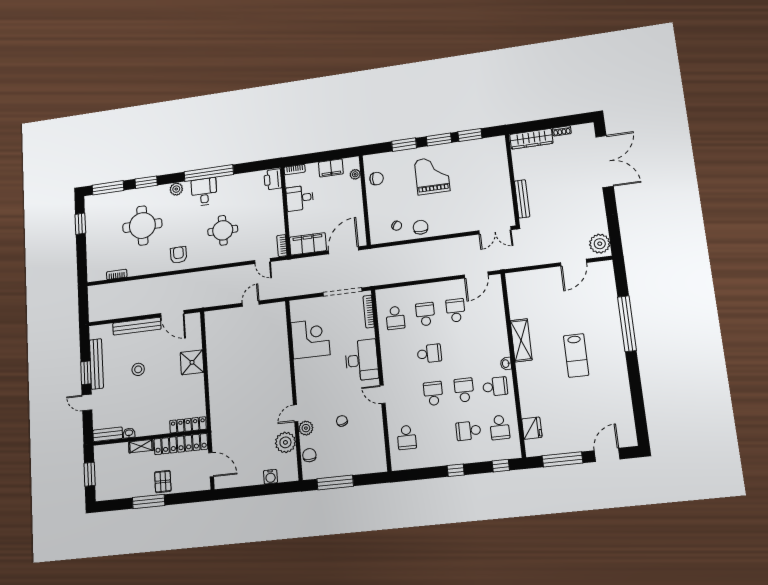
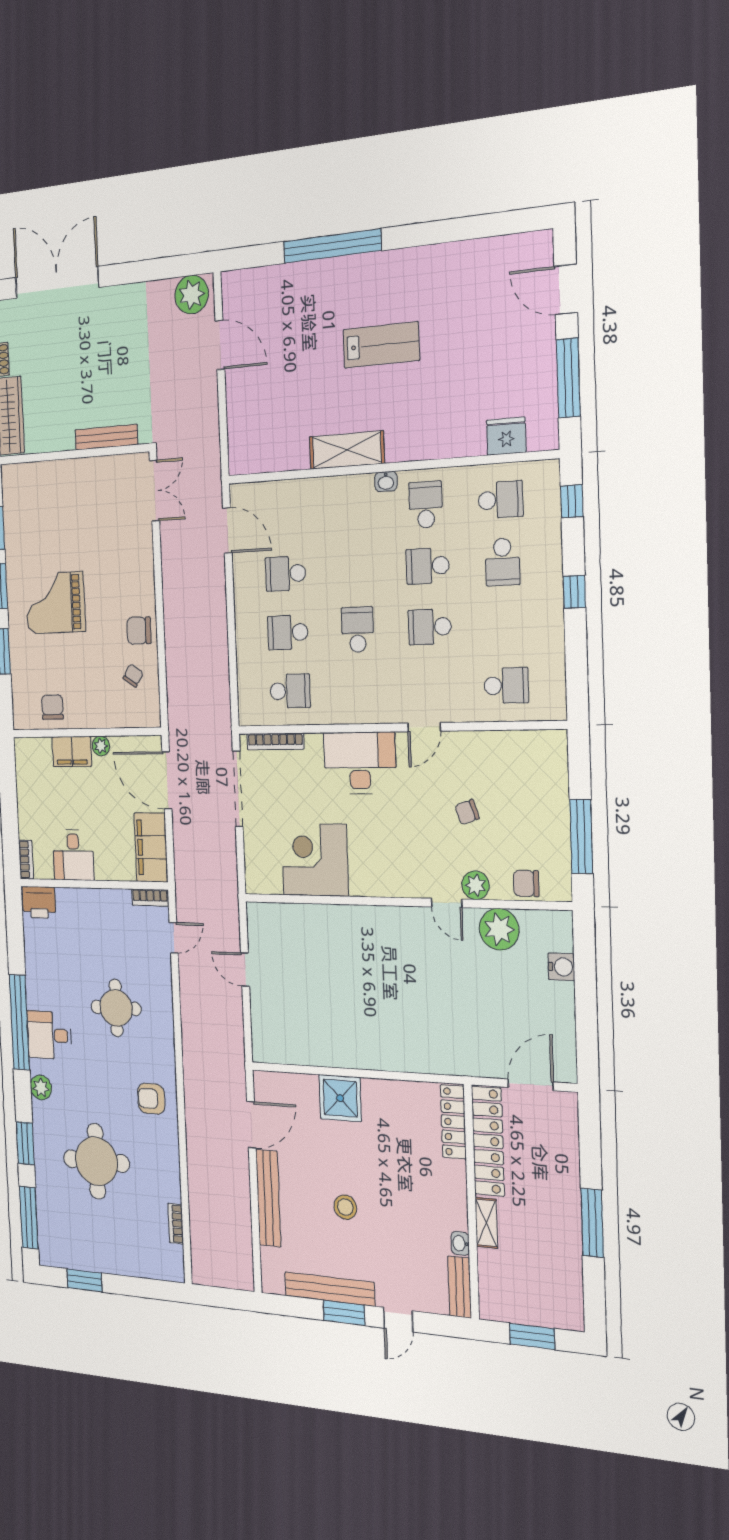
filing cabinet: (331, 168) -> (72, 751), moved, turned 90
plant: (355, 174) -> (101, 746), moved
pallet: (163, 482) -> (556, 1188), removed

